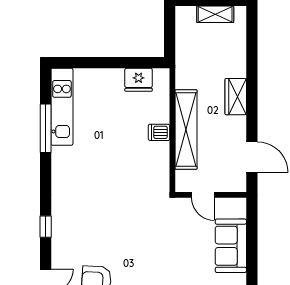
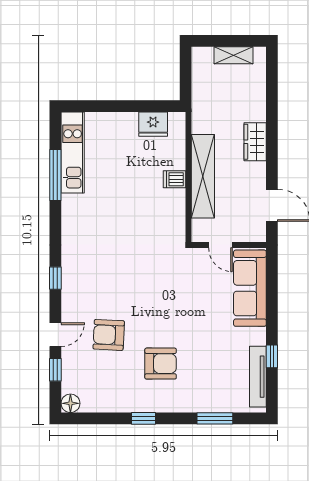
sofa: (231, 246) -> (250, 288), width x1.36

